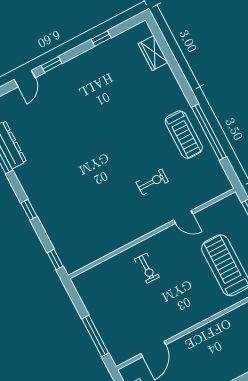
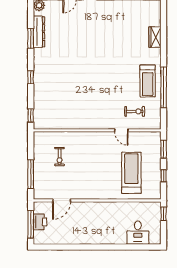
wardrobe: (153, 53) -> (155, 37), moved
exercise bike: (152, 182) -> (135, 111), moved
exercise bike: (147, 268) -> (60, 157), moved

